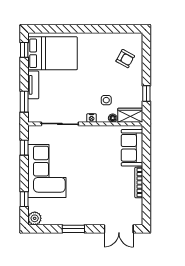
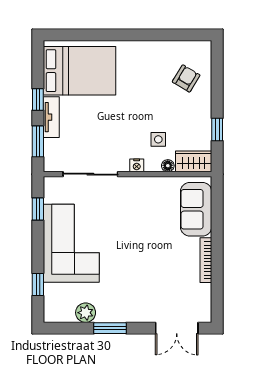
window: (24, 50) -> (38, 100), moved
armchair: (125, 59) -> (186, 78), turned -88
plant: (35, 218) -> (86, 313), moved

